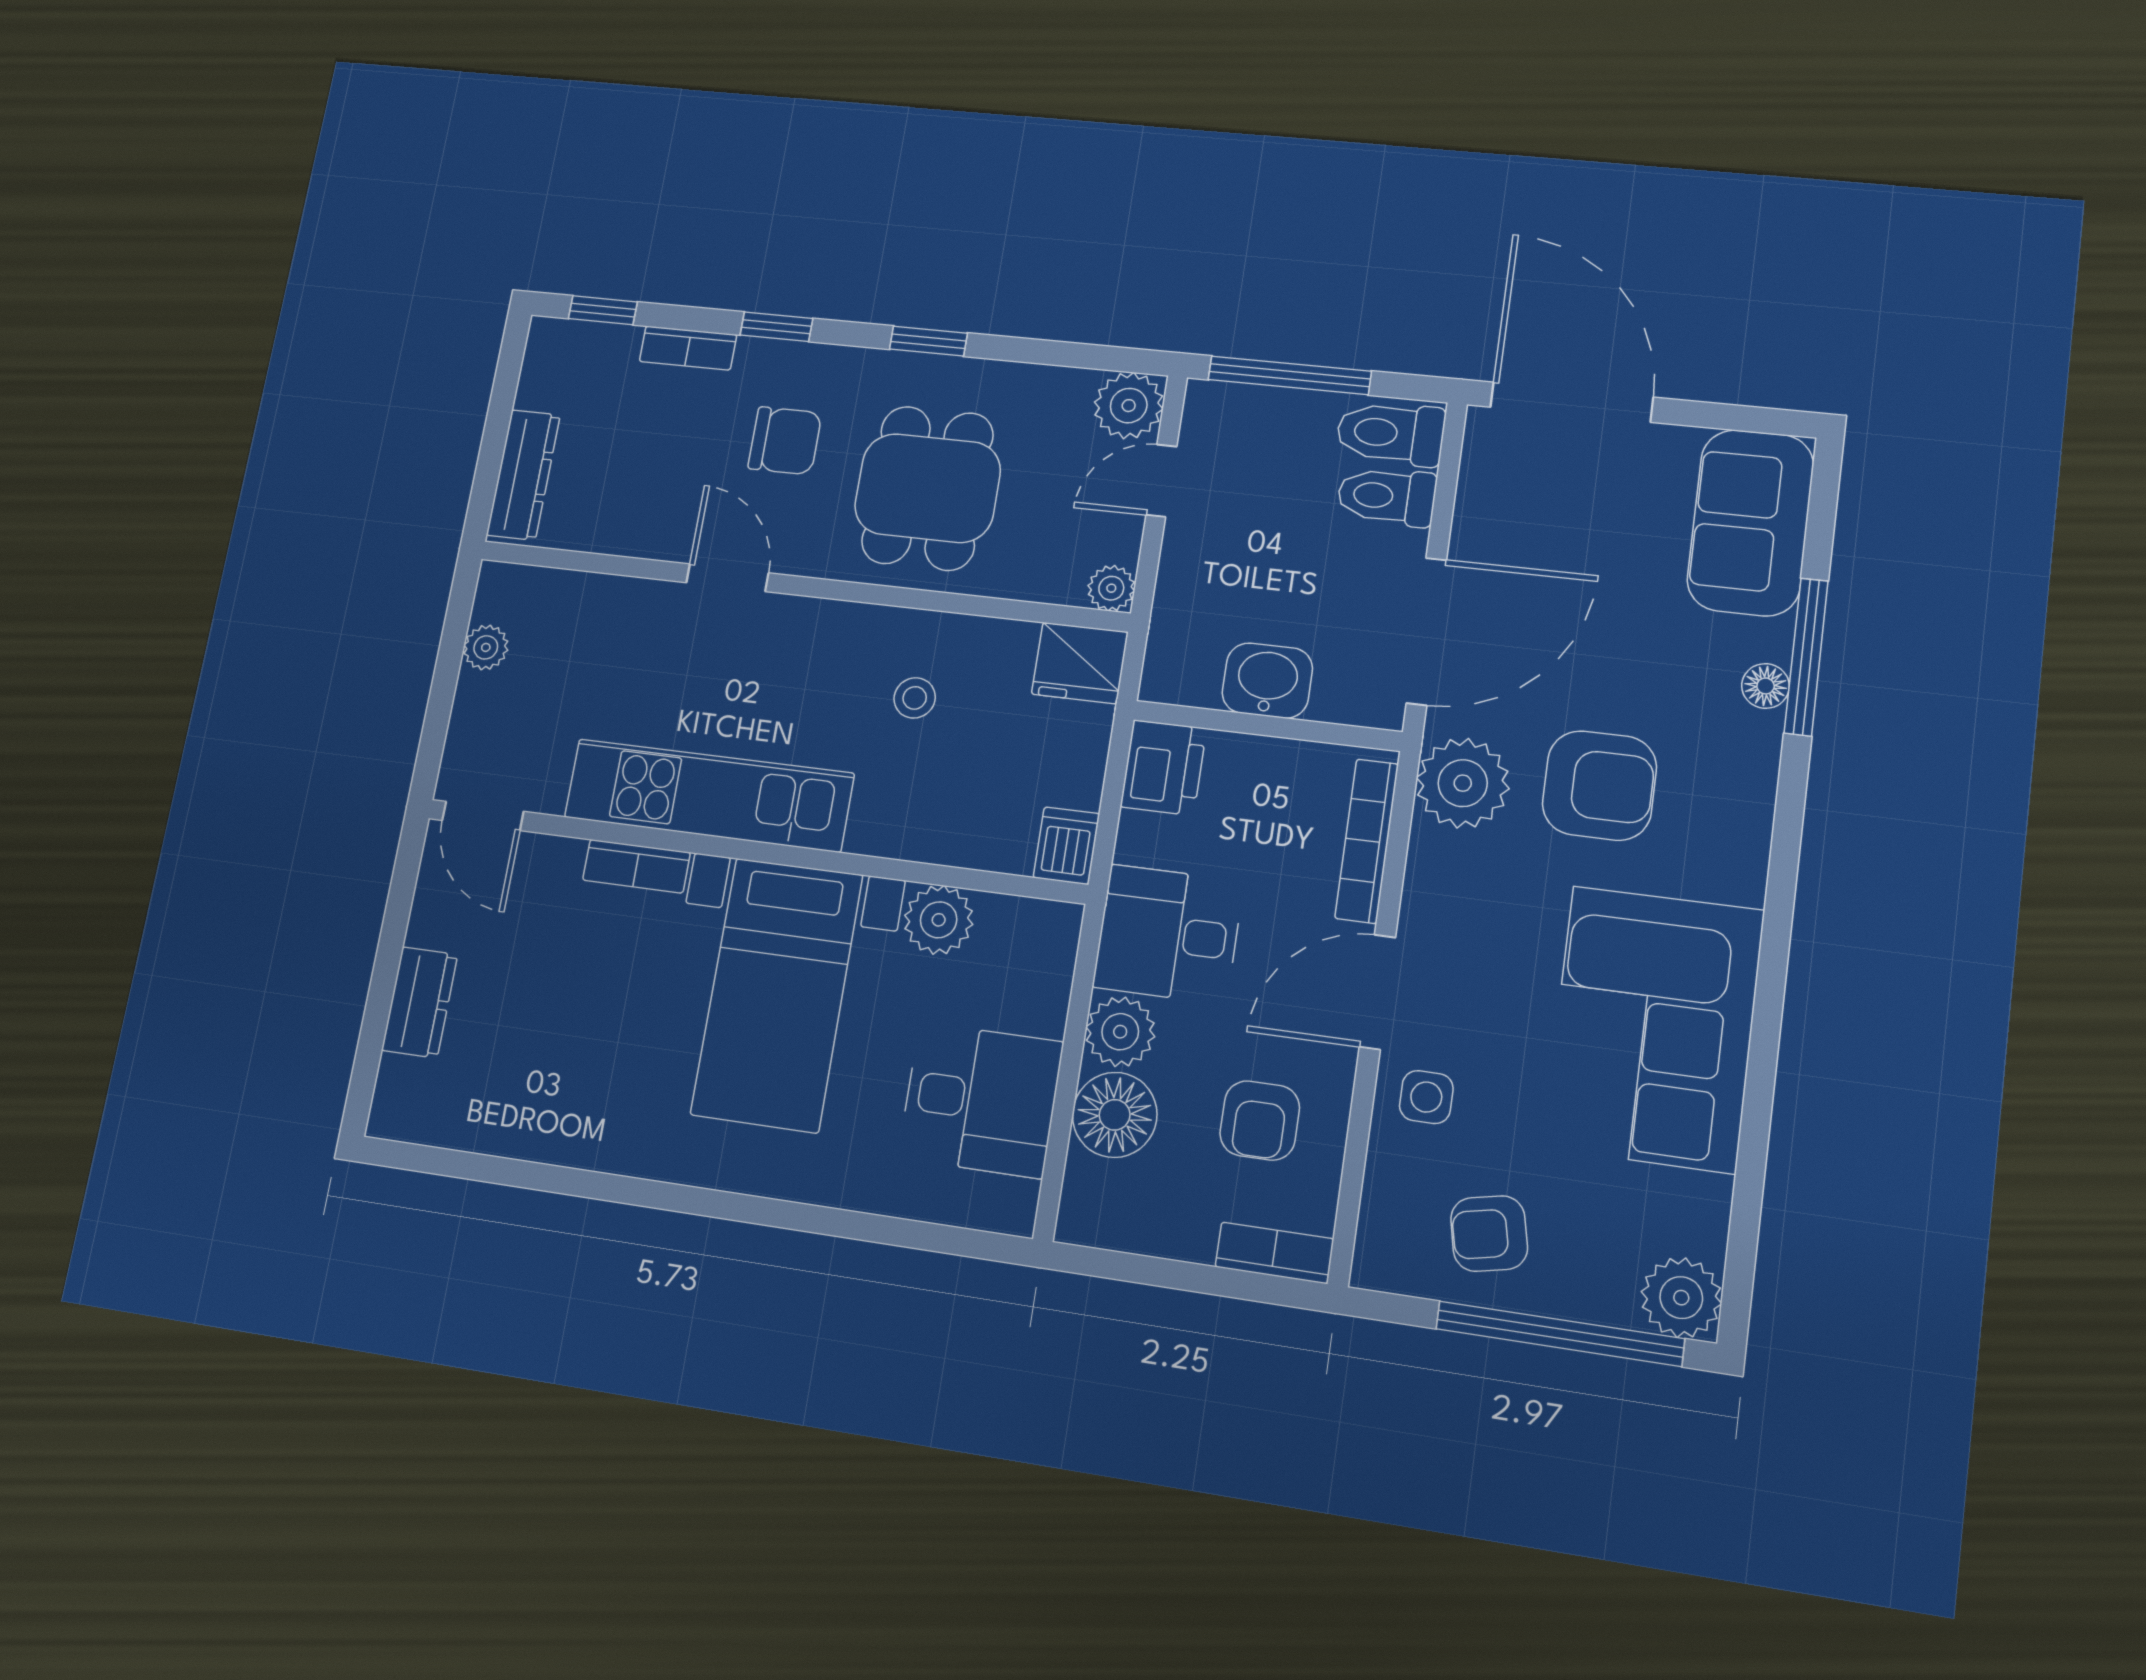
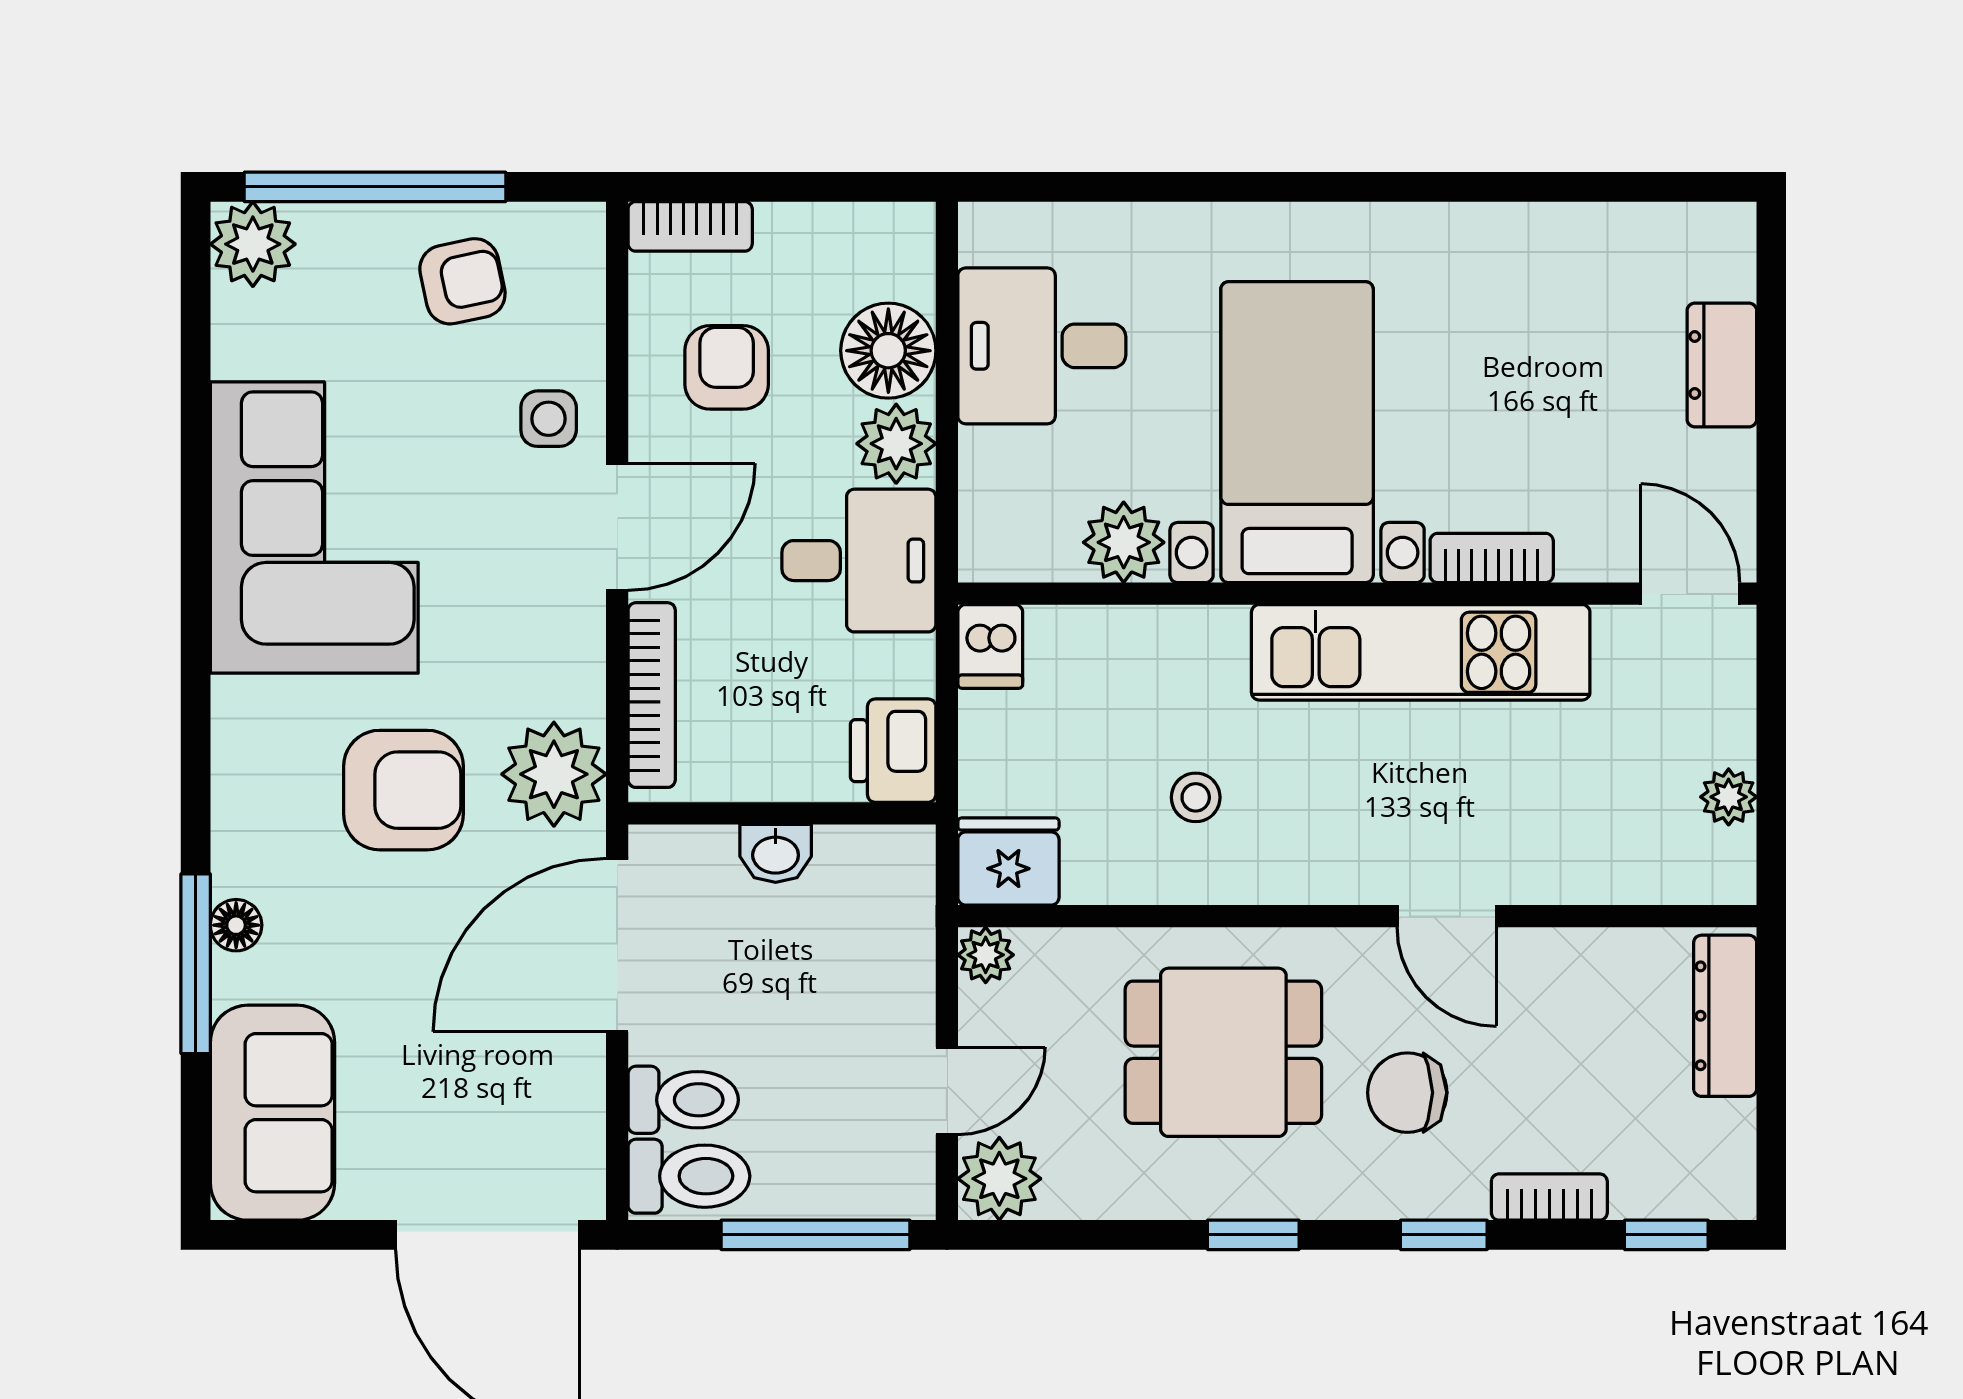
dining table: (928, 488) -> (1223, 1052), turned 90
washbasin: (1267, 681) -> (776, 853), width x0.72, depth x0.69
armchair: (1599, 785) -> (403, 790), turned 180

